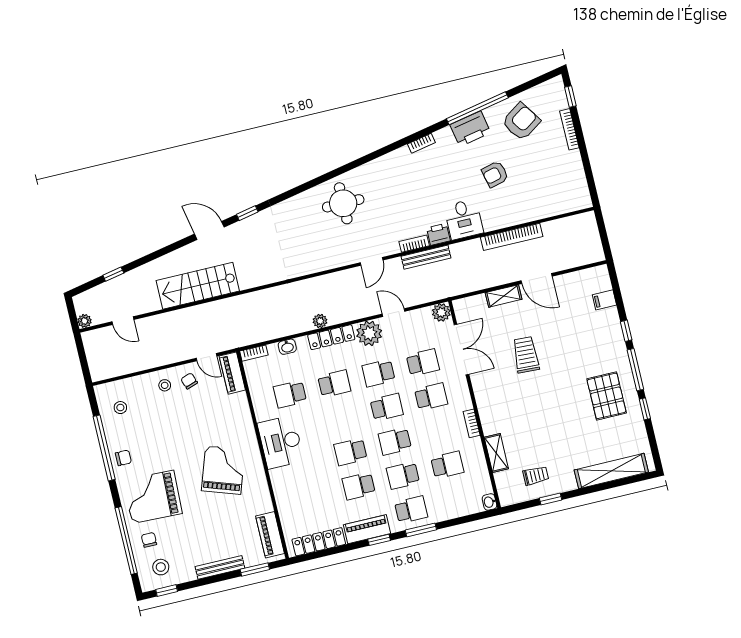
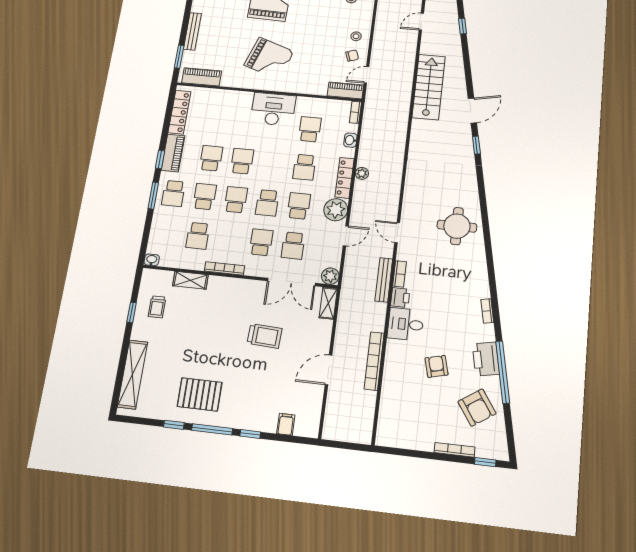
shelving: (504, 296) -> (328, 303), moved
school desk: (431, 397) -> (261, 242), turned 180
bookcase: (472, 423) -> (224, 268), width x1.56

